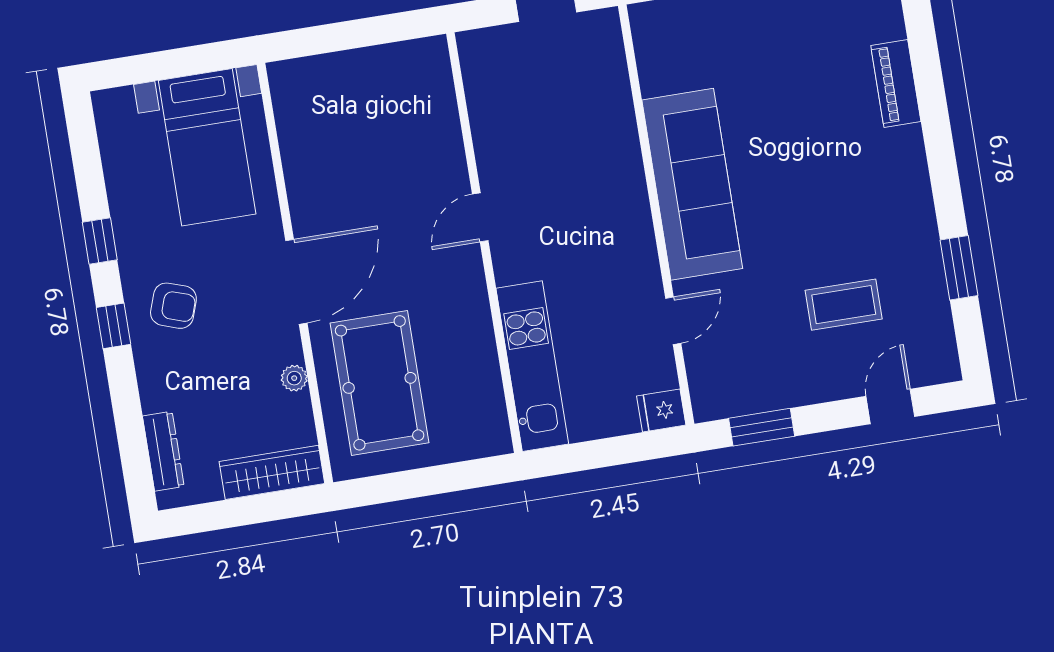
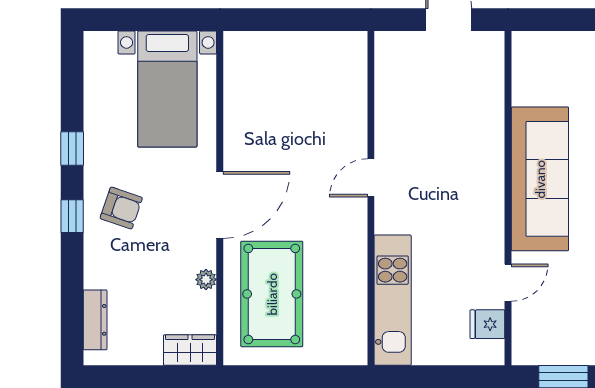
fridge: (661, 410) -> (487, 324), moved
wardrobe: (272, 472) -> (190, 350), width x0.67

